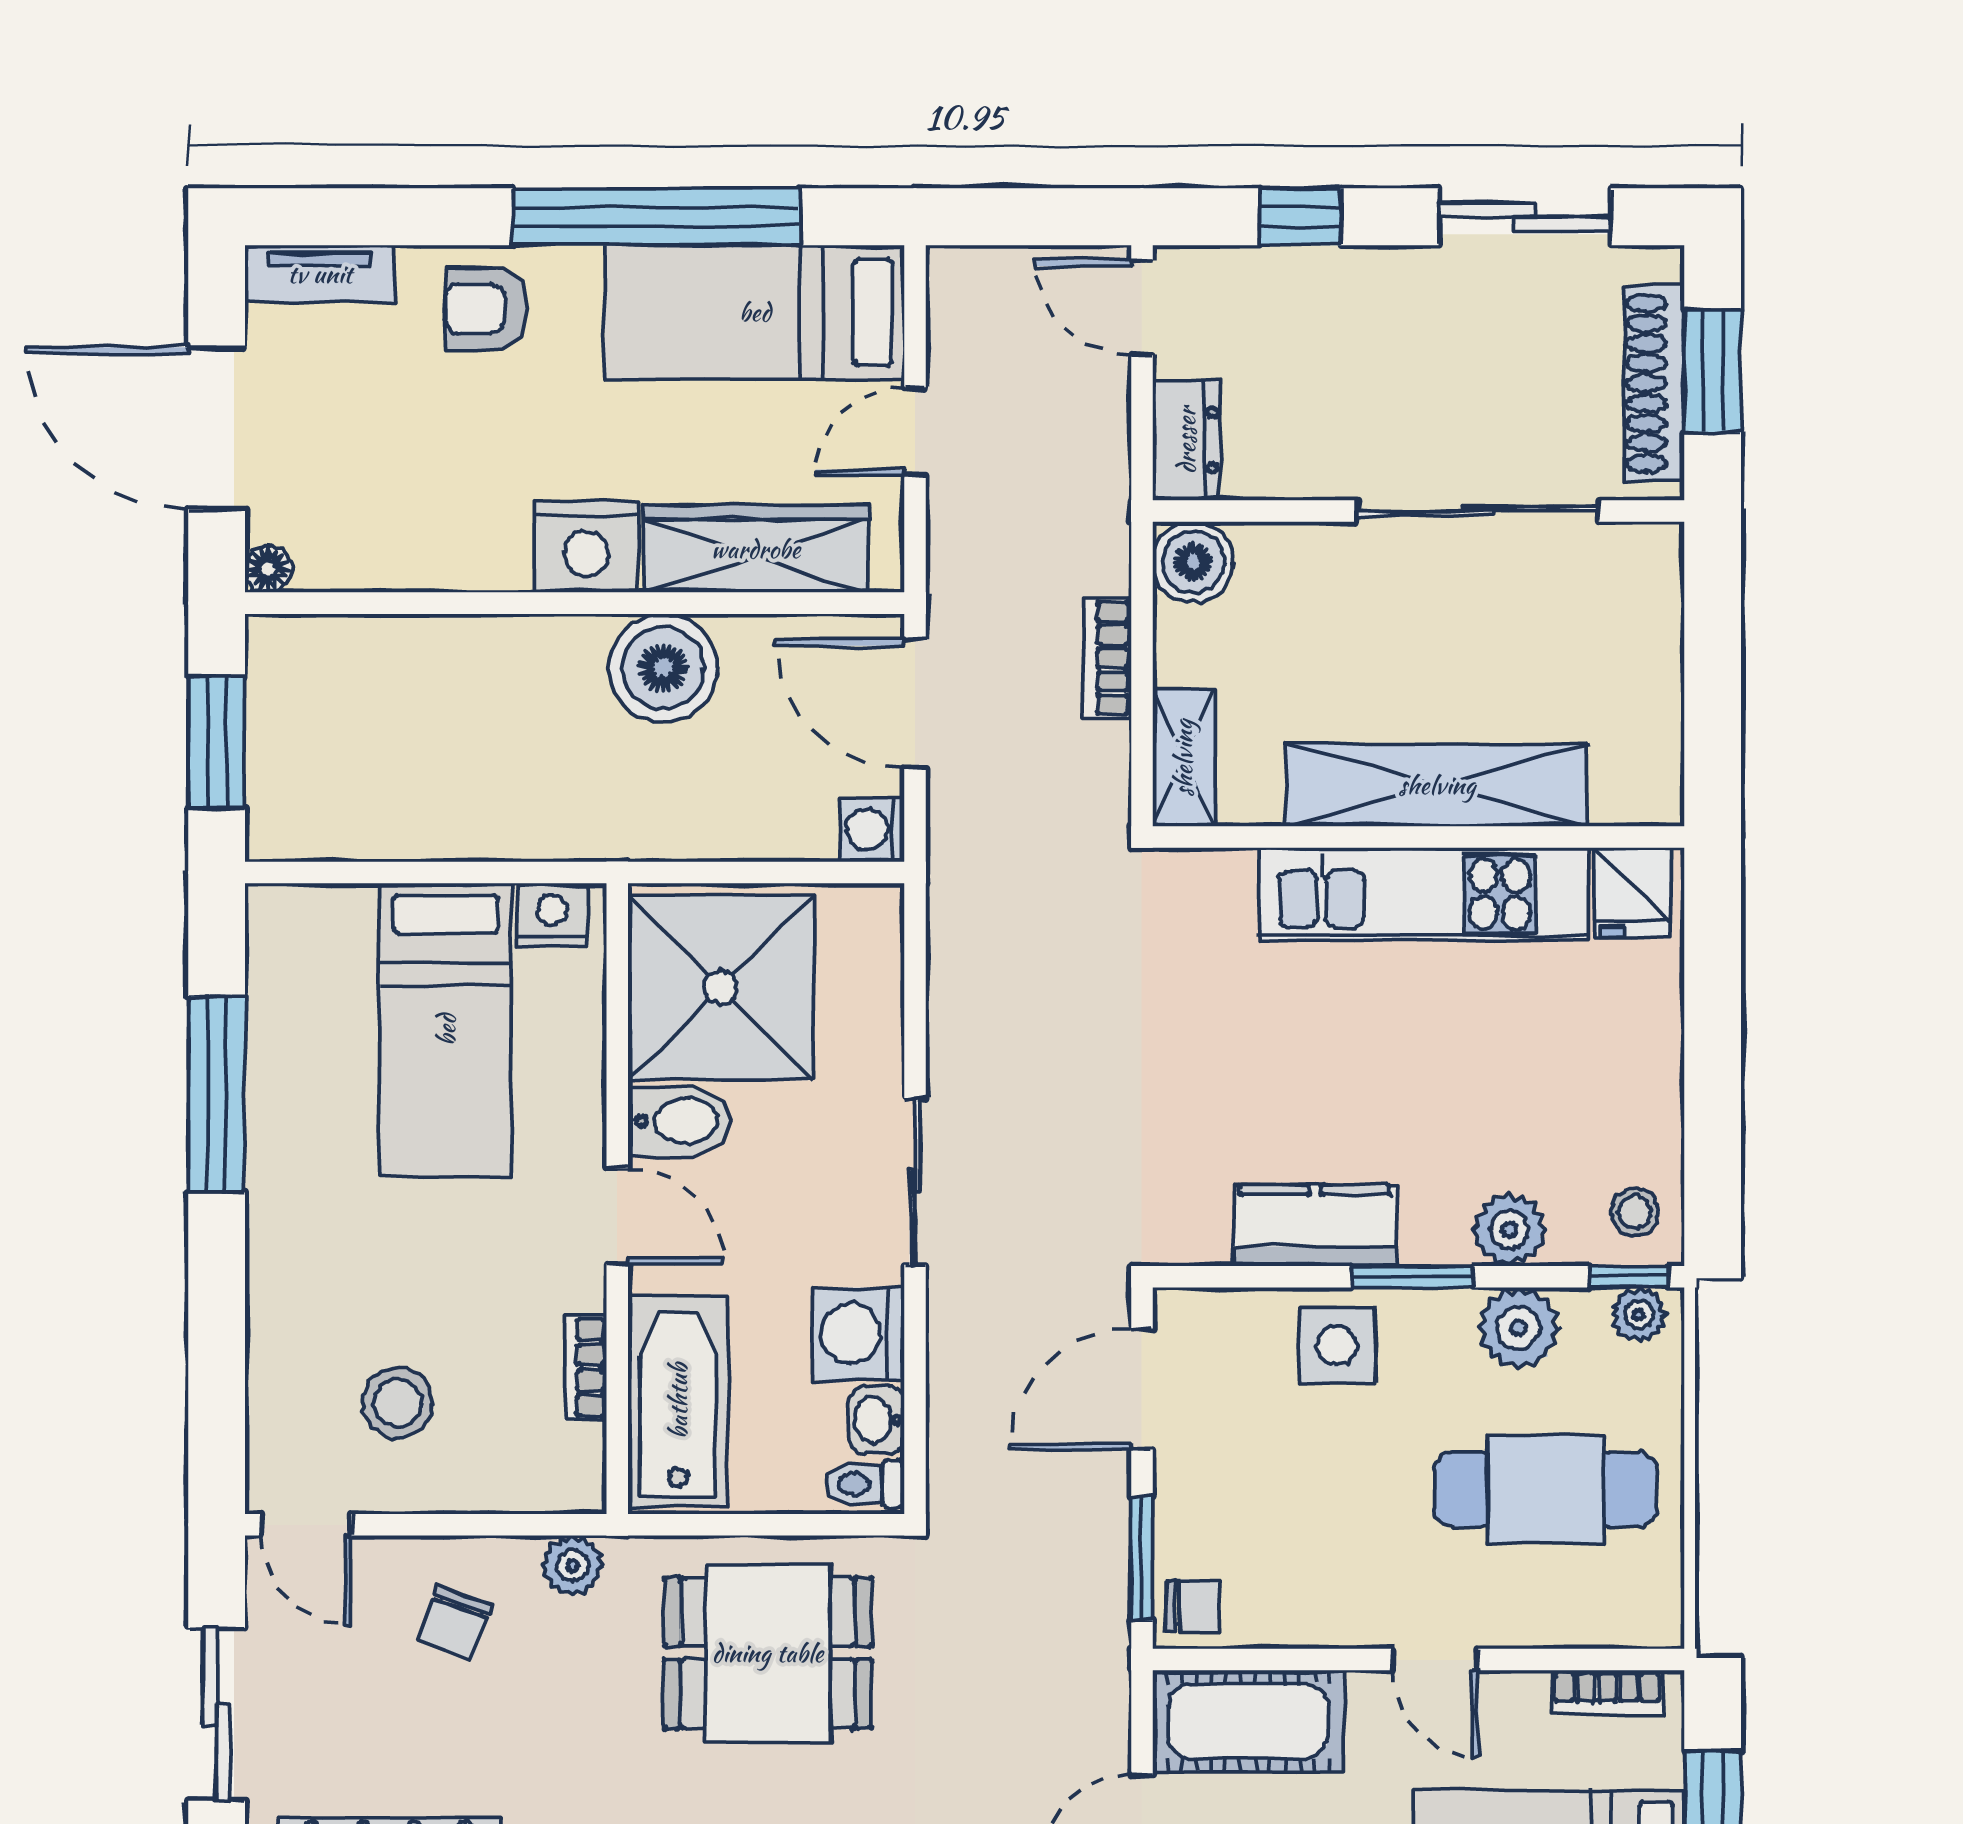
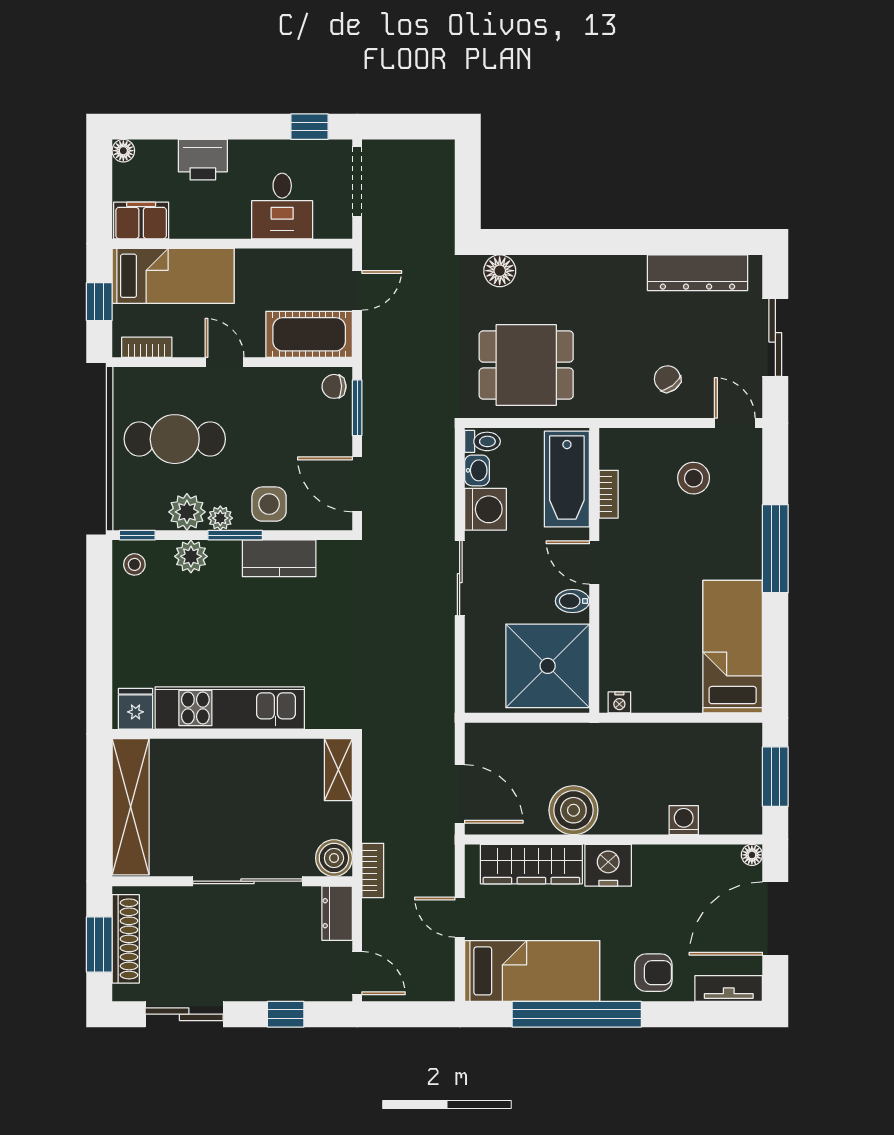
door: (217, 428) -> (775, 919), swing flipped
door: (915, 432) -> (460, 917), swing flipped
sliding door: (1478, 511) -> (247, 881), moved
bookcase: (1107, 658) -> (373, 871), moved
shelving: (1437, 785) -> (131, 807), moved, turned 90
washing machine: (872, 830) -> (684, 820), moved, turned -90
nightstand: (552, 915) -> (619, 702), width x0.72, depth x0.74
bed: (446, 1030) -> (733, 647), moved
window: (217, 1094) -> (775, 549), moved
bidet: (679, 1121) -> (572, 601), width x0.72, depth x0.74
plant: (1639, 1314) -> (220, 518), moved
door: (1142, 1389) -> (357, 484), swing flipped
plant: (572, 1565) -> (615, 405), removed
chair: (455, 1622) -> (667, 379), turned -57

